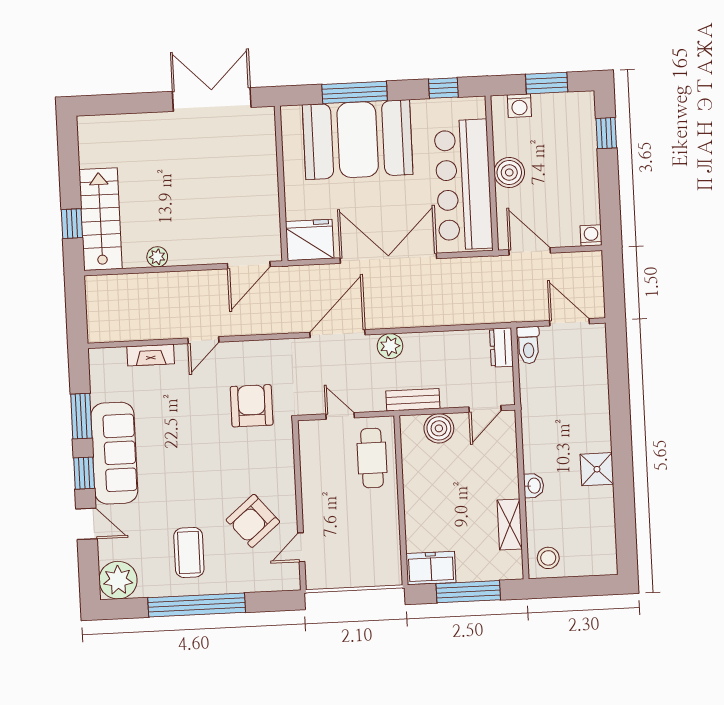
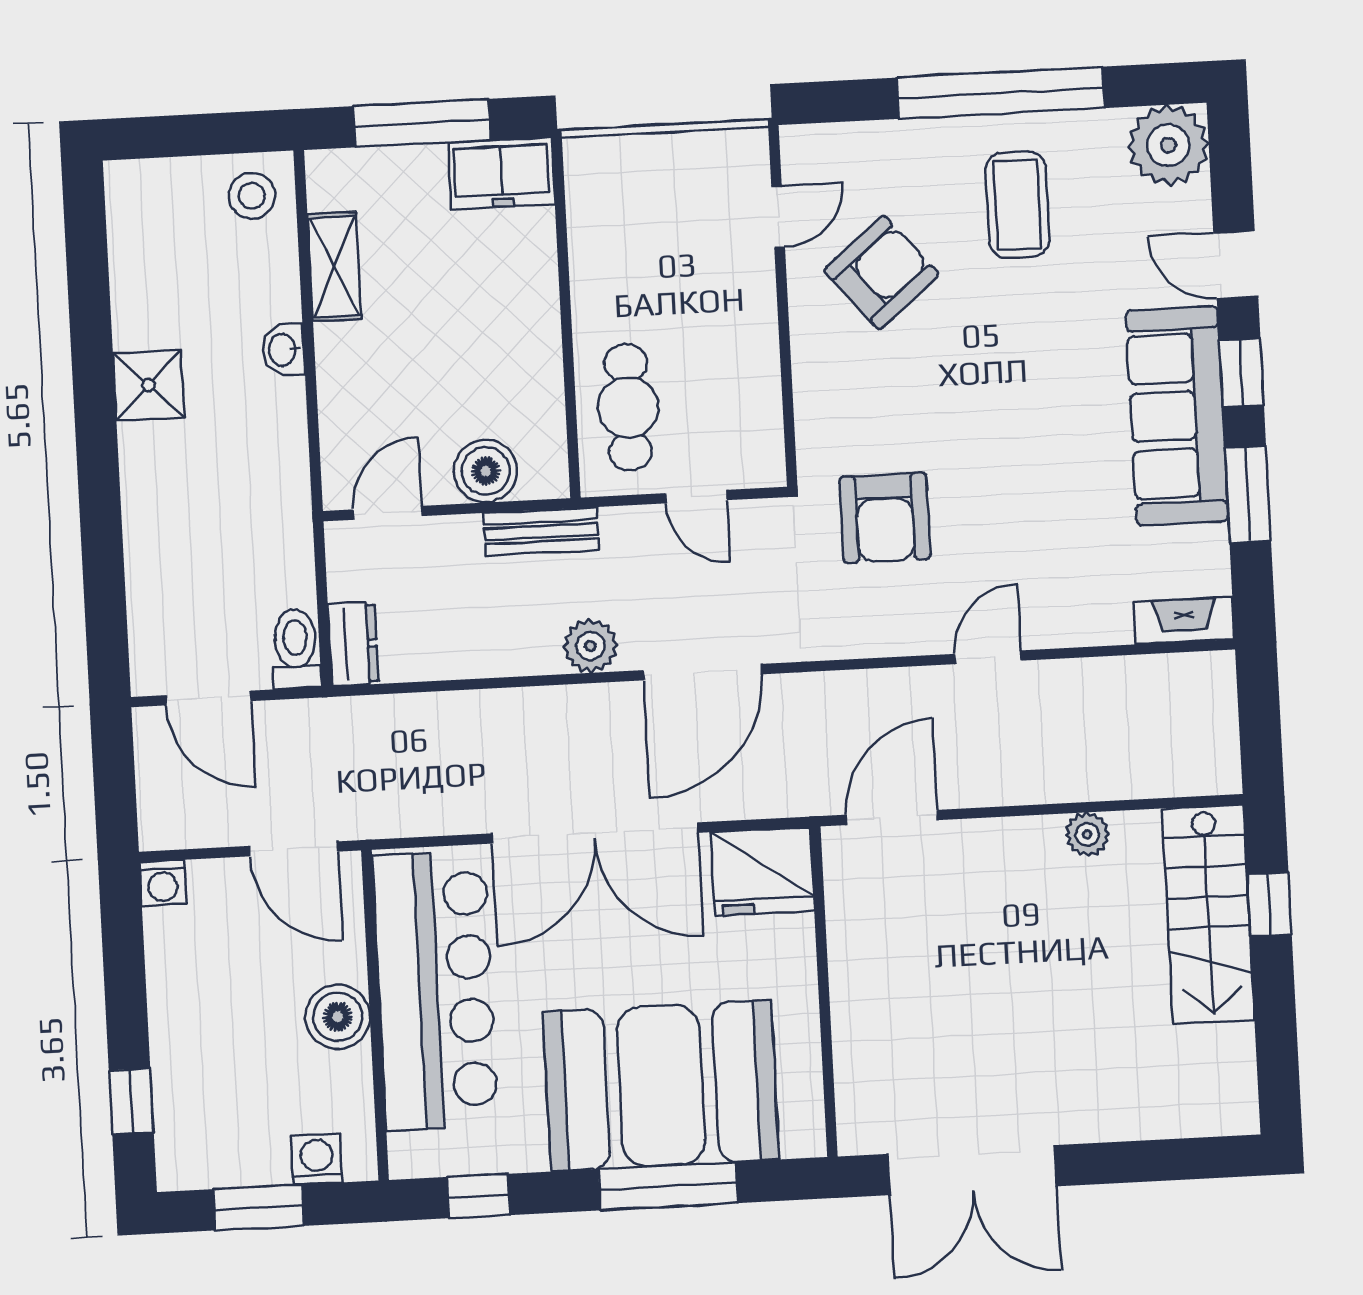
fireplace: (151, 355) -> (1184, 621), moved

